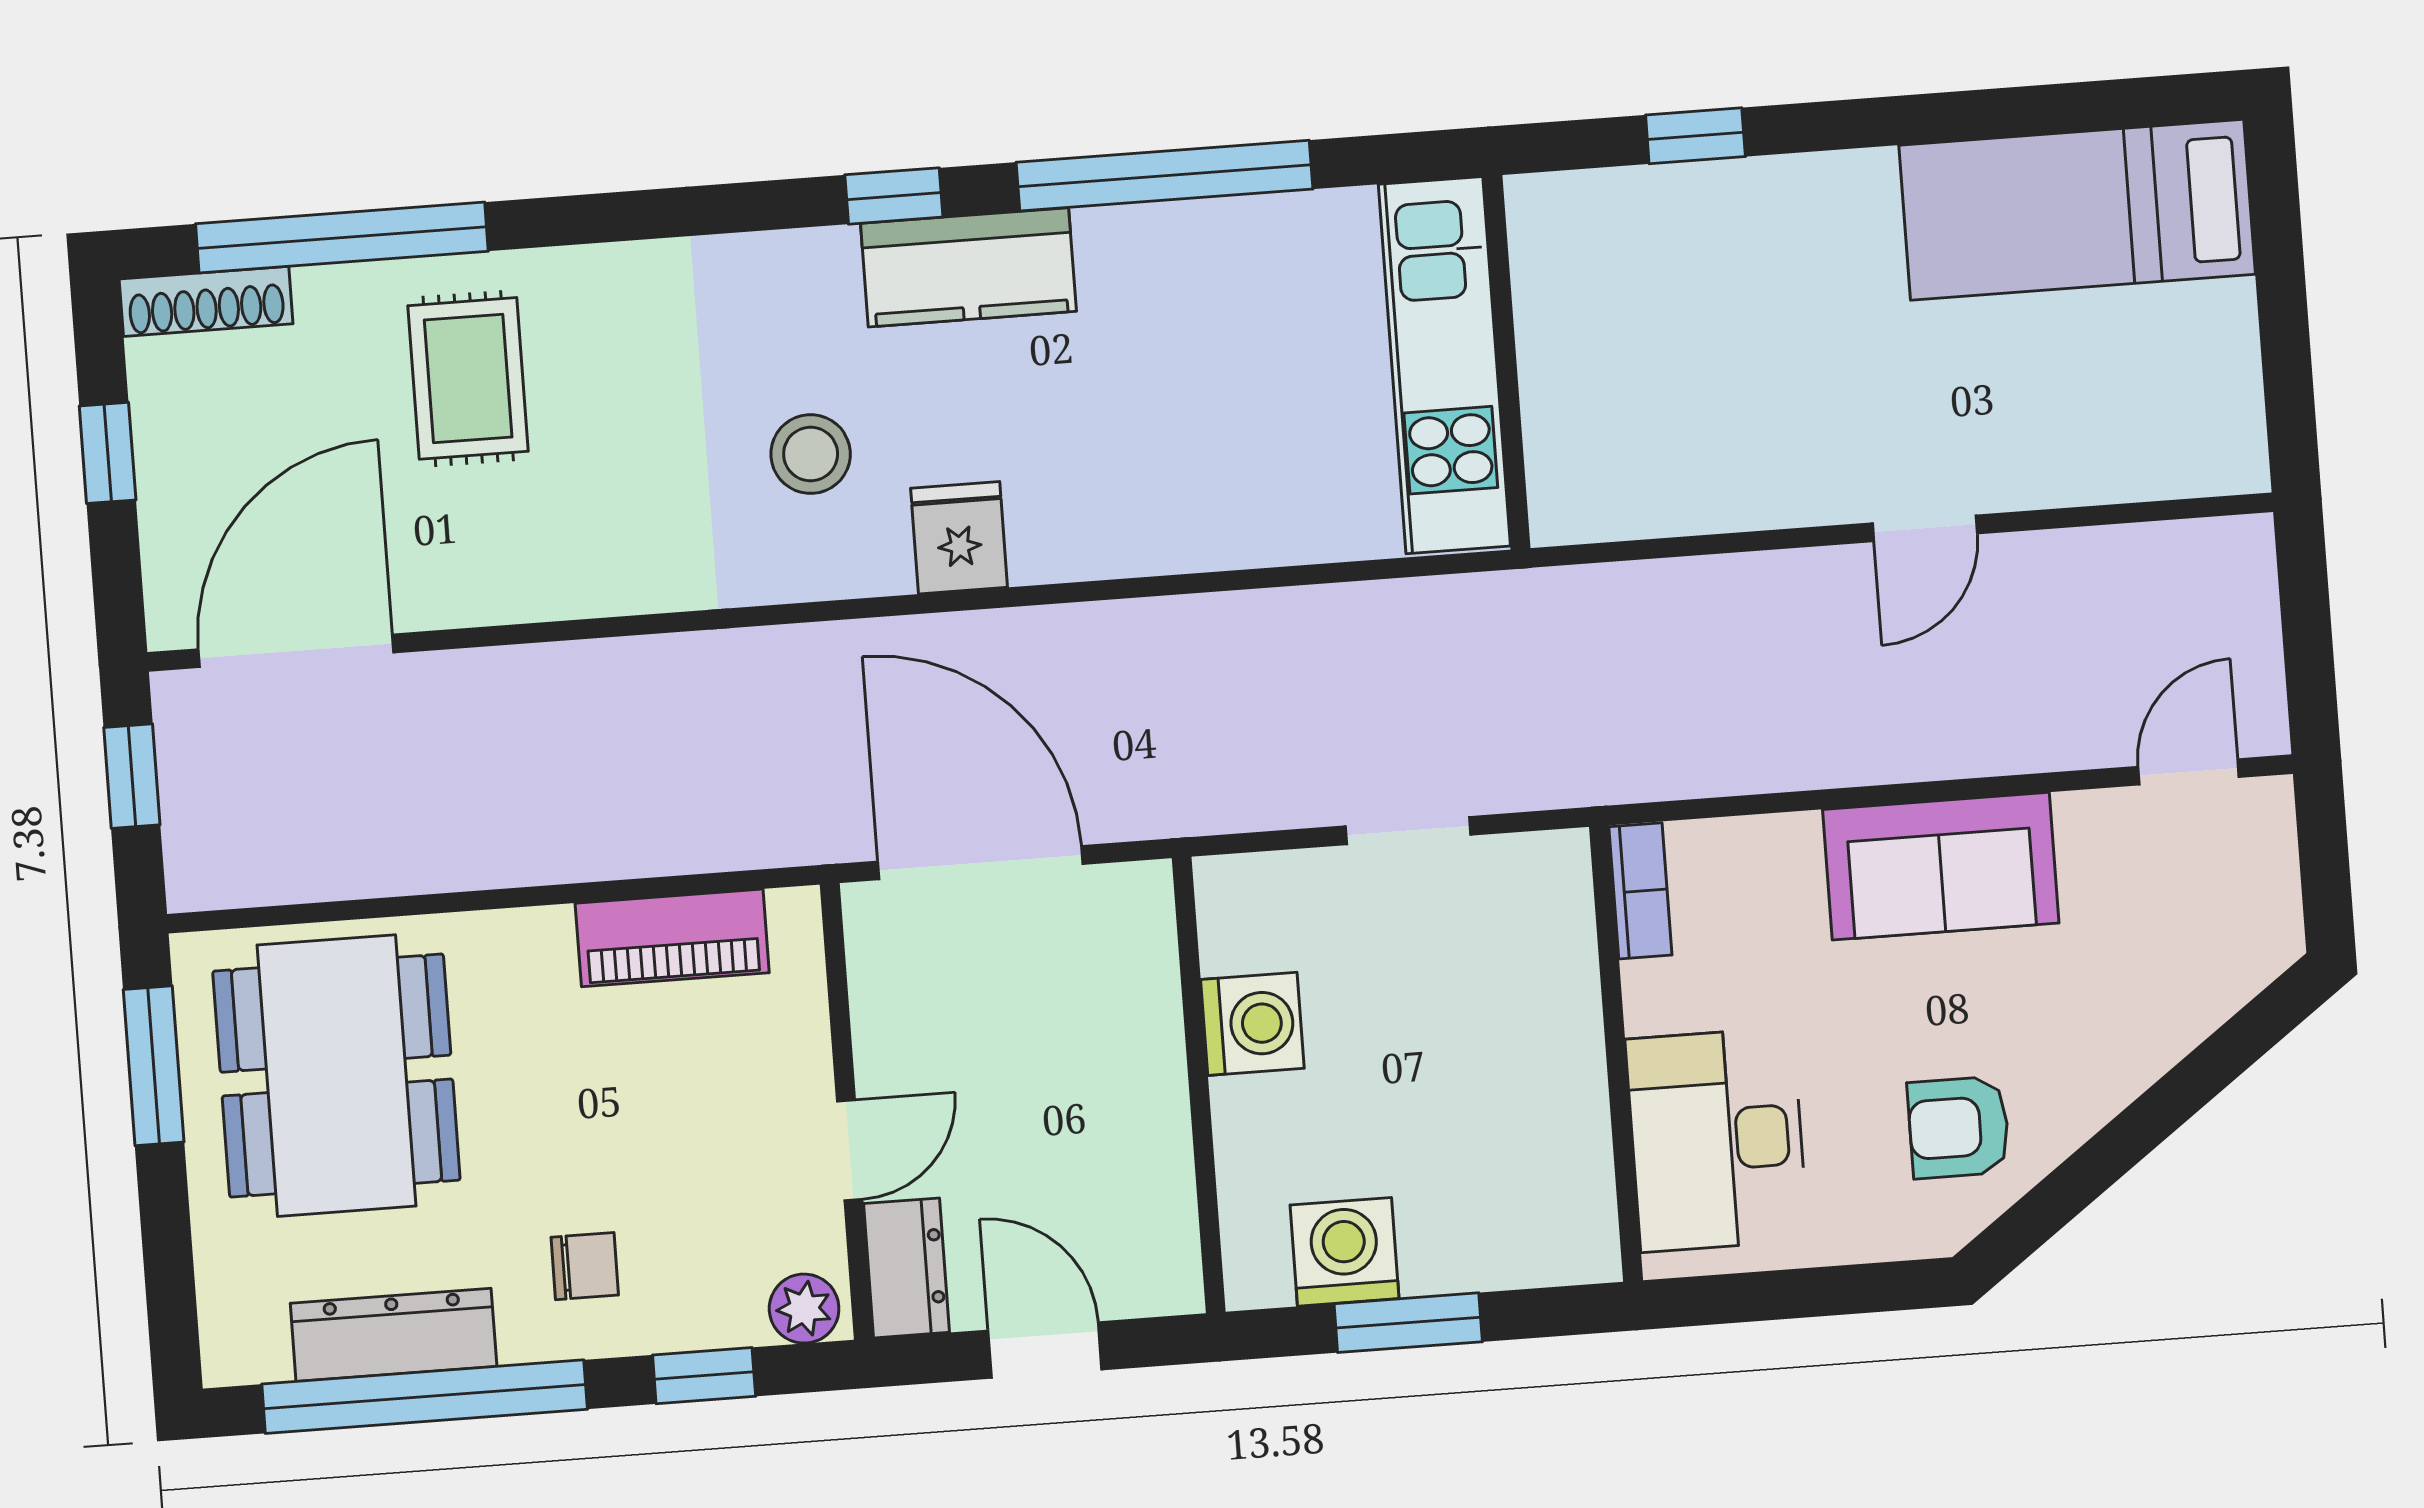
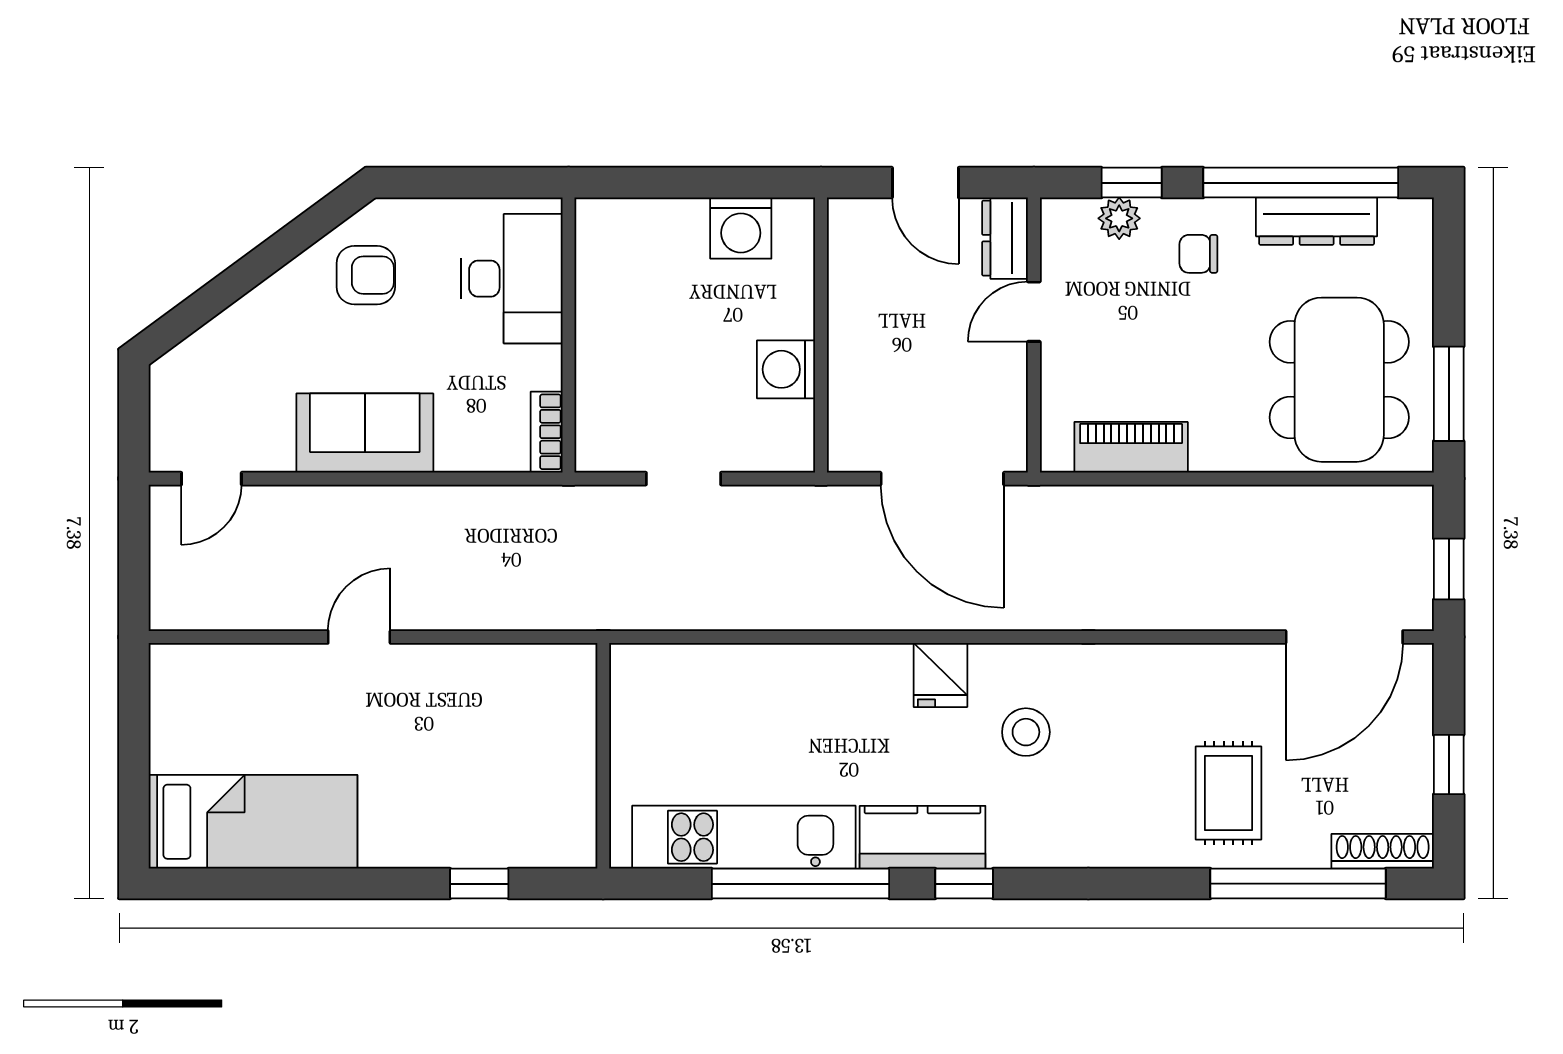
kitchen unit: (1444, 365) -> (744, 837), moved, turned -90
plant: (804, 1309) -> (1119, 218), moved
window: (1408, 1323) -> (706, 183), removed

